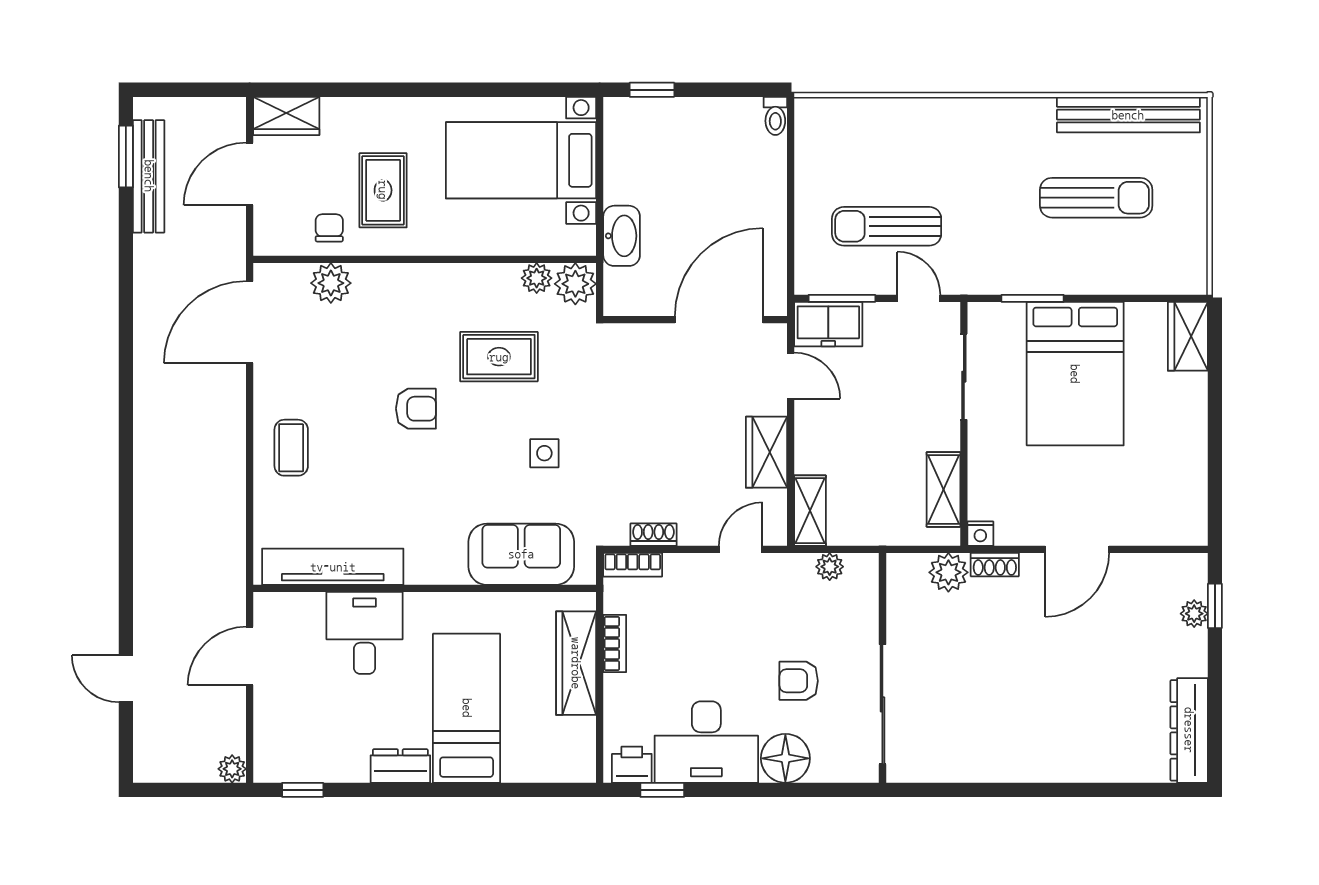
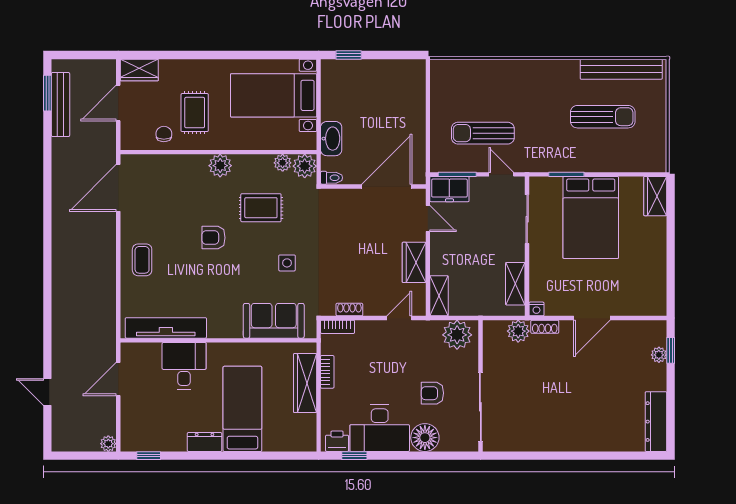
toilet: (775, 116) -> (332, 178), moved, turned -90
plant: (331, 283) -> (220, 166), moved
armchair: (416, 409) -> (213, 238), turned 180
plant: (830, 567) -> (457, 335), width x1.88, depth x1.88

